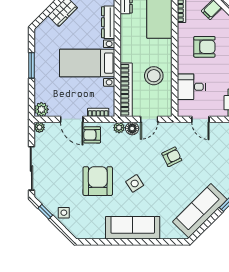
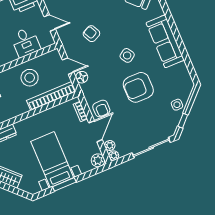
bed with nightstands: (87, 63) -> (52, 160), moved, turned 180
door: (200, 119) -> (50, 23), hinge flipped
plant: (119, 128) -> (110, 145), moved

